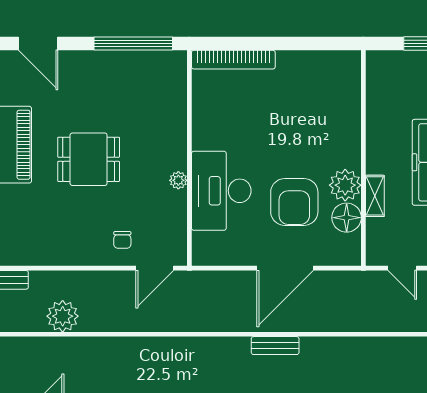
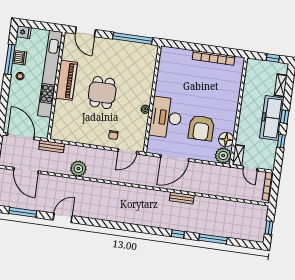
bookcase: (233, 60) -> (214, 58), moved
dining table: (89, 159) -> (102, 93), turned 90
plant: (345, 185) -> (223, 155), moved
shelving: (375, 196) -> (238, 155), moved
door: (285, 268) -> (175, 158), moved

